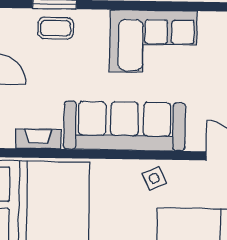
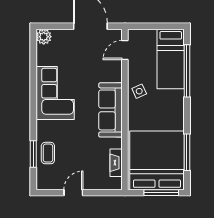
sofa: (124, 126) -> (110, 110), width x0.74, depth x0.79

